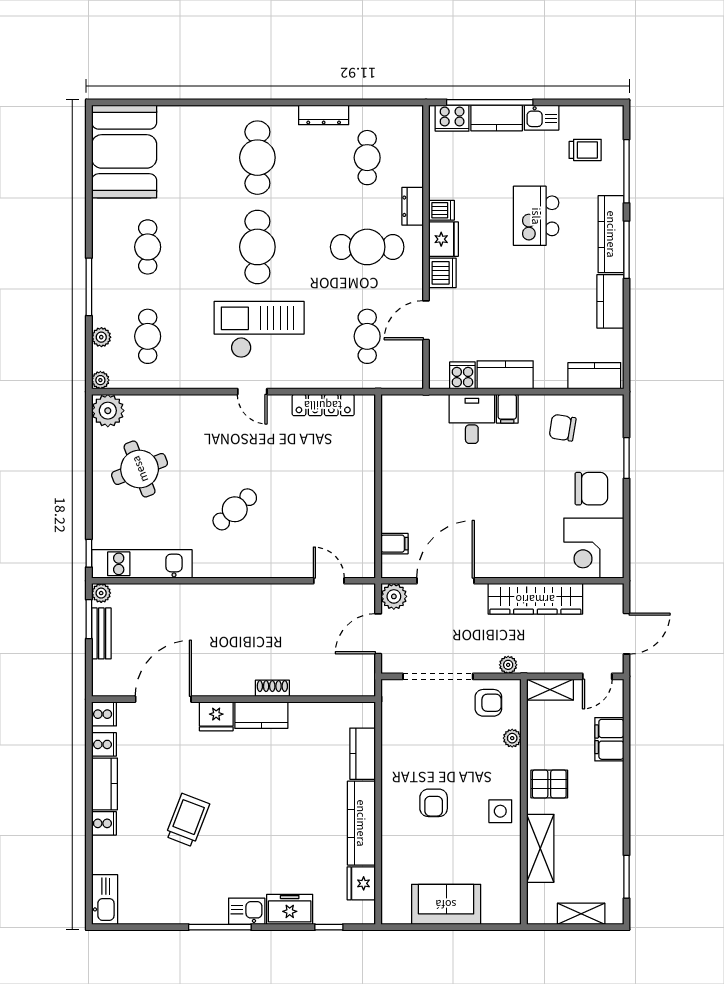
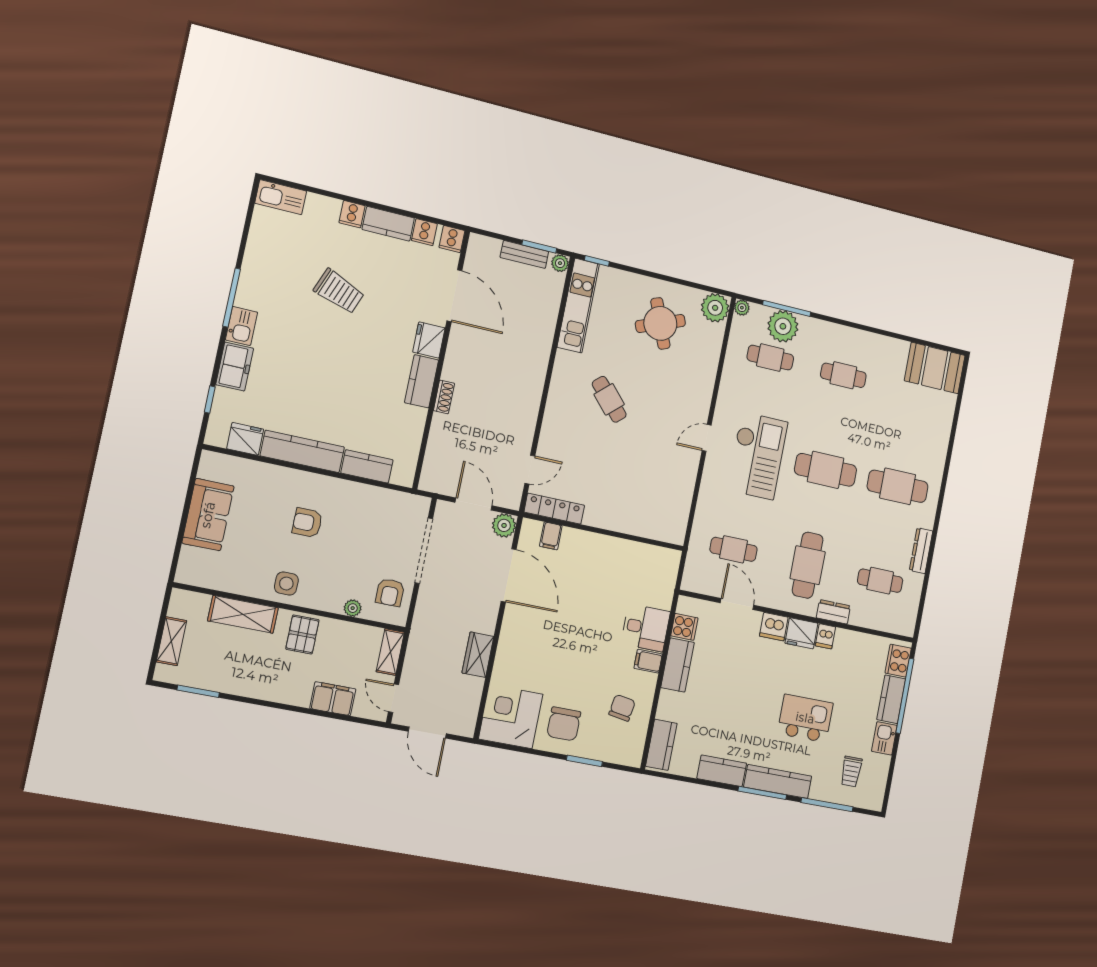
booth: (124, 151) -> (935, 368), width x0.73, depth x0.70
window: (89, 287) -> (787, 308), moved
plant: (101, 337) -> (783, 326), width x1.87, depth x1.87
locker: (323, 405) -> (554, 509), moved, turned 90
wardrobe: (535, 599) -> (478, 655), width x0.48, depth x0.85
plant: (508, 665) -> (421, 618), removed

